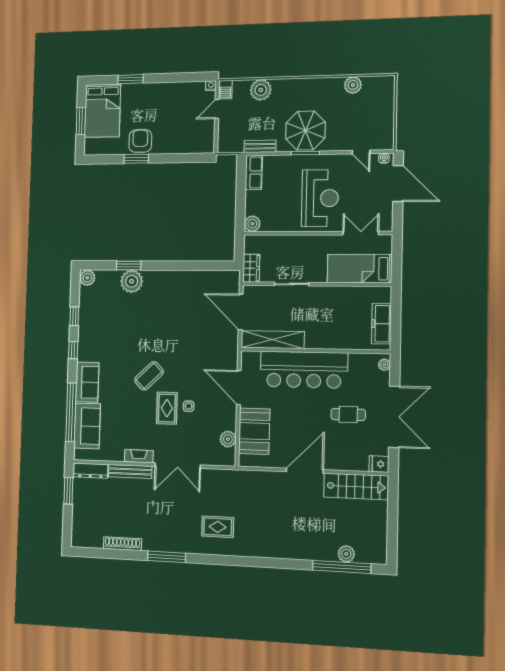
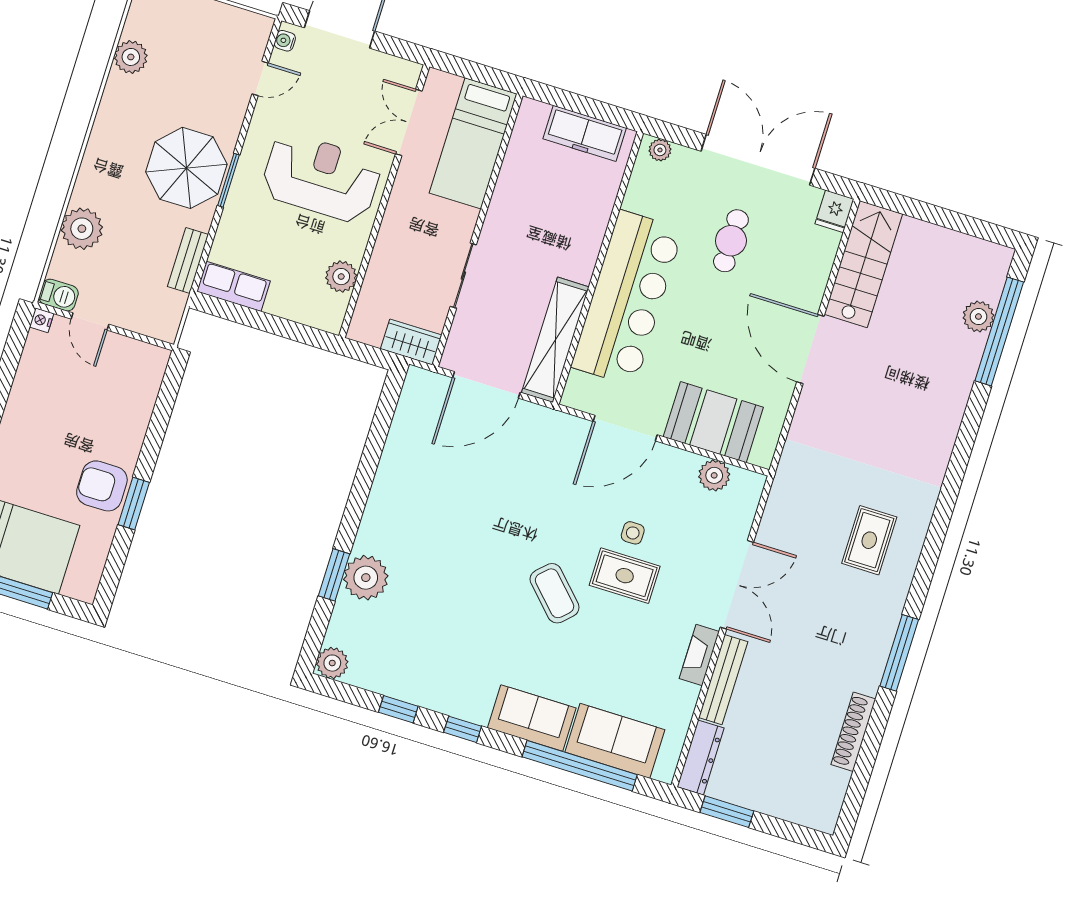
plant: (252, 224) -> (341, 277), moved

